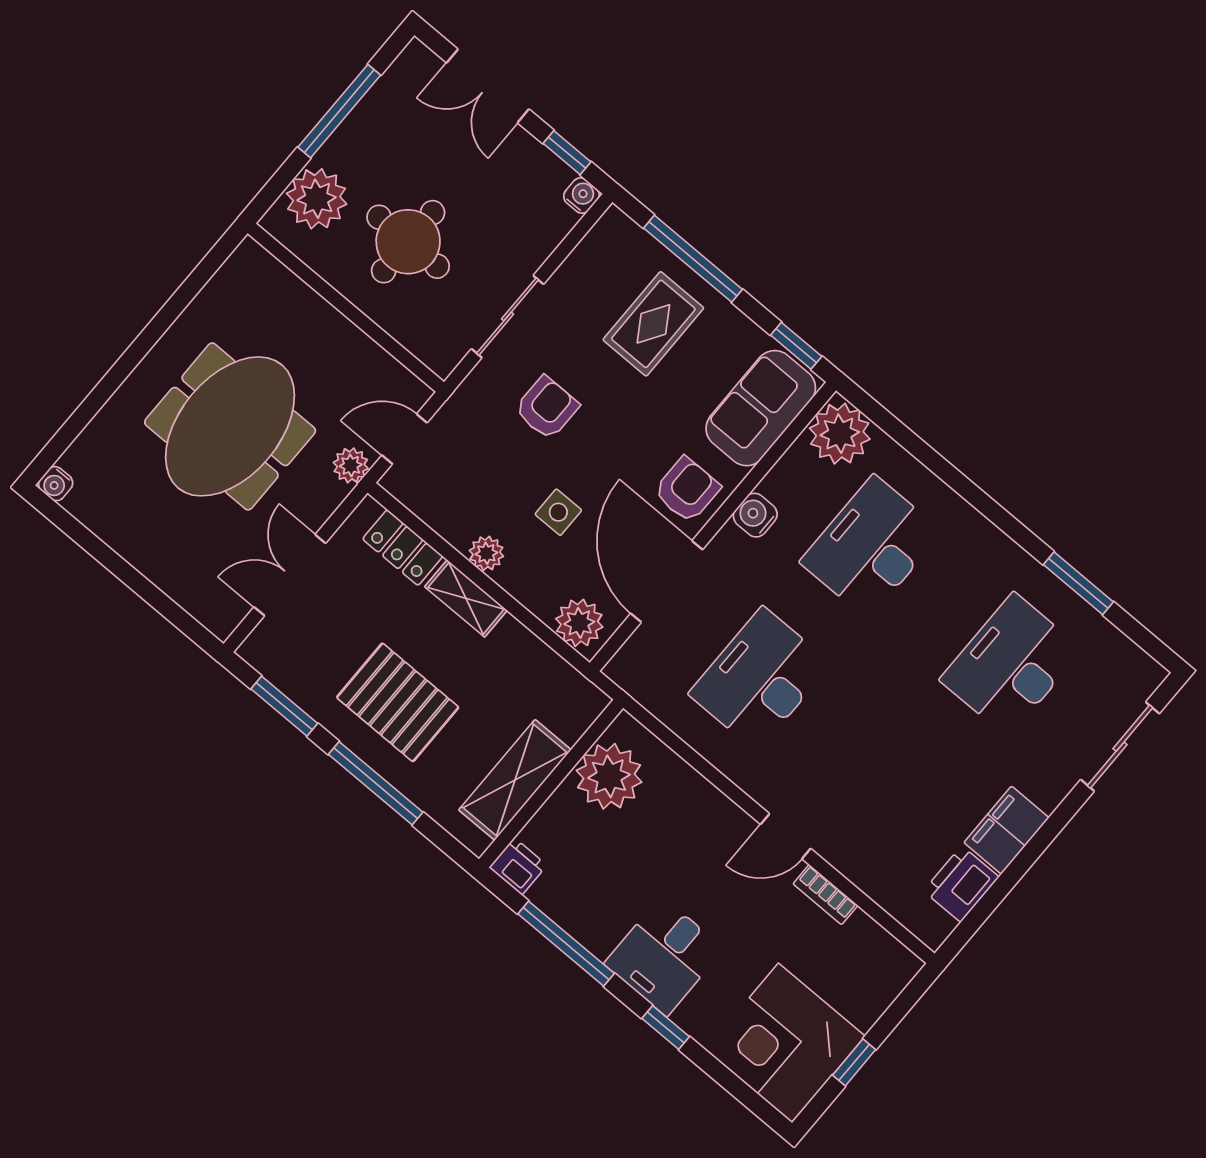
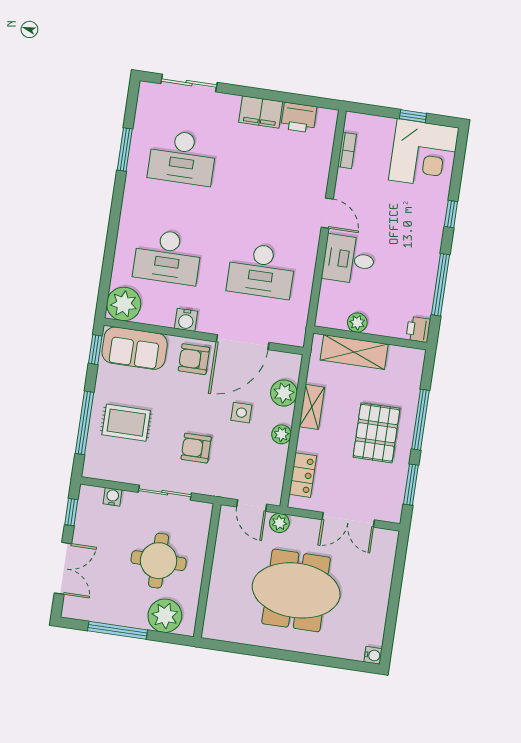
water cooler: (581, 196) -> (113, 497), moved, turned 90
shelving: (466, 598) -> (312, 407), moved
plant: (579, 623) -> (284, 393), moved
plant: (609, 776) -> (357, 323), width x0.53, depth x0.53
shelving: (515, 780) -> (354, 352), moved
bookcase: (825, 895) -> (347, 150), moved
desk: (664, 956) -> (349, 259), moved, turned 180

